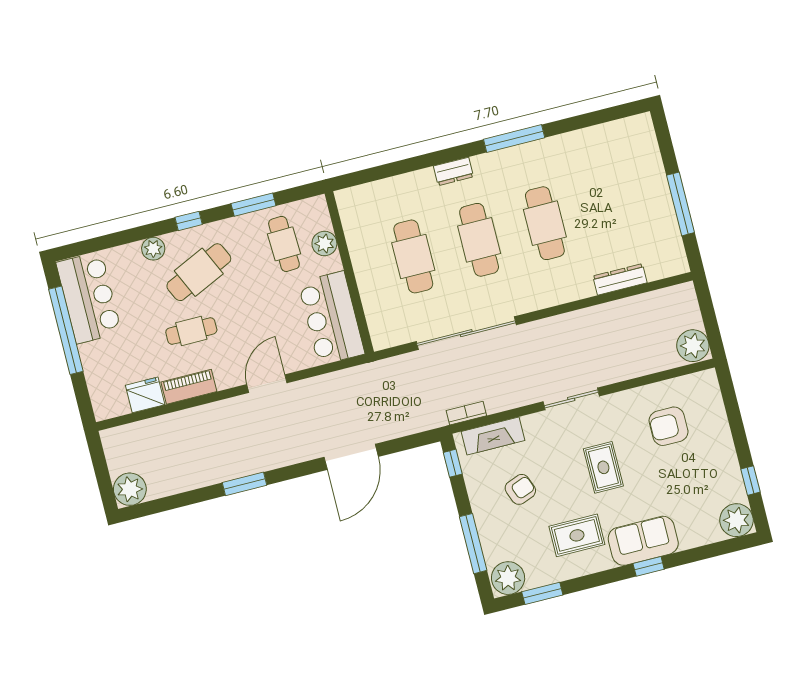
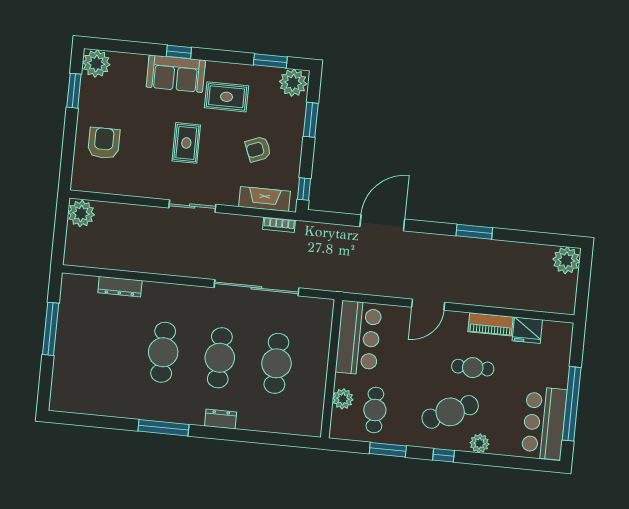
armchair: (669, 426) -> (104, 143), moved, turned -90
window: (751, 481) -> (74, 91), width x1.50
window: (473, 544) -> (311, 120), width x0.69

